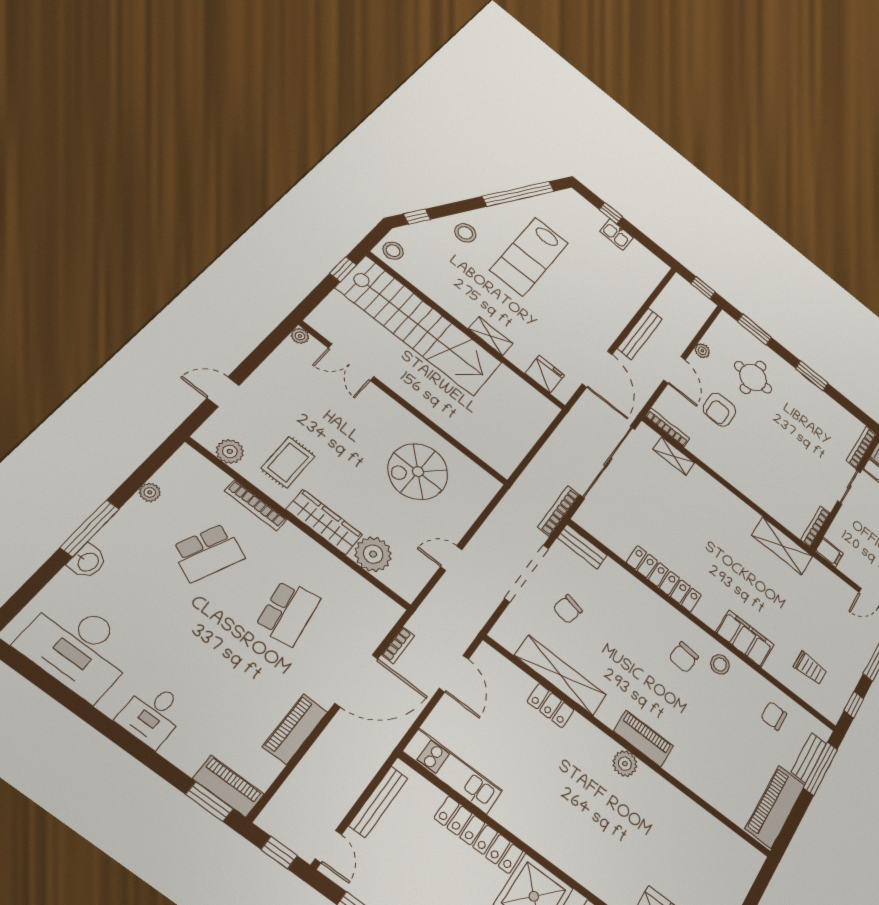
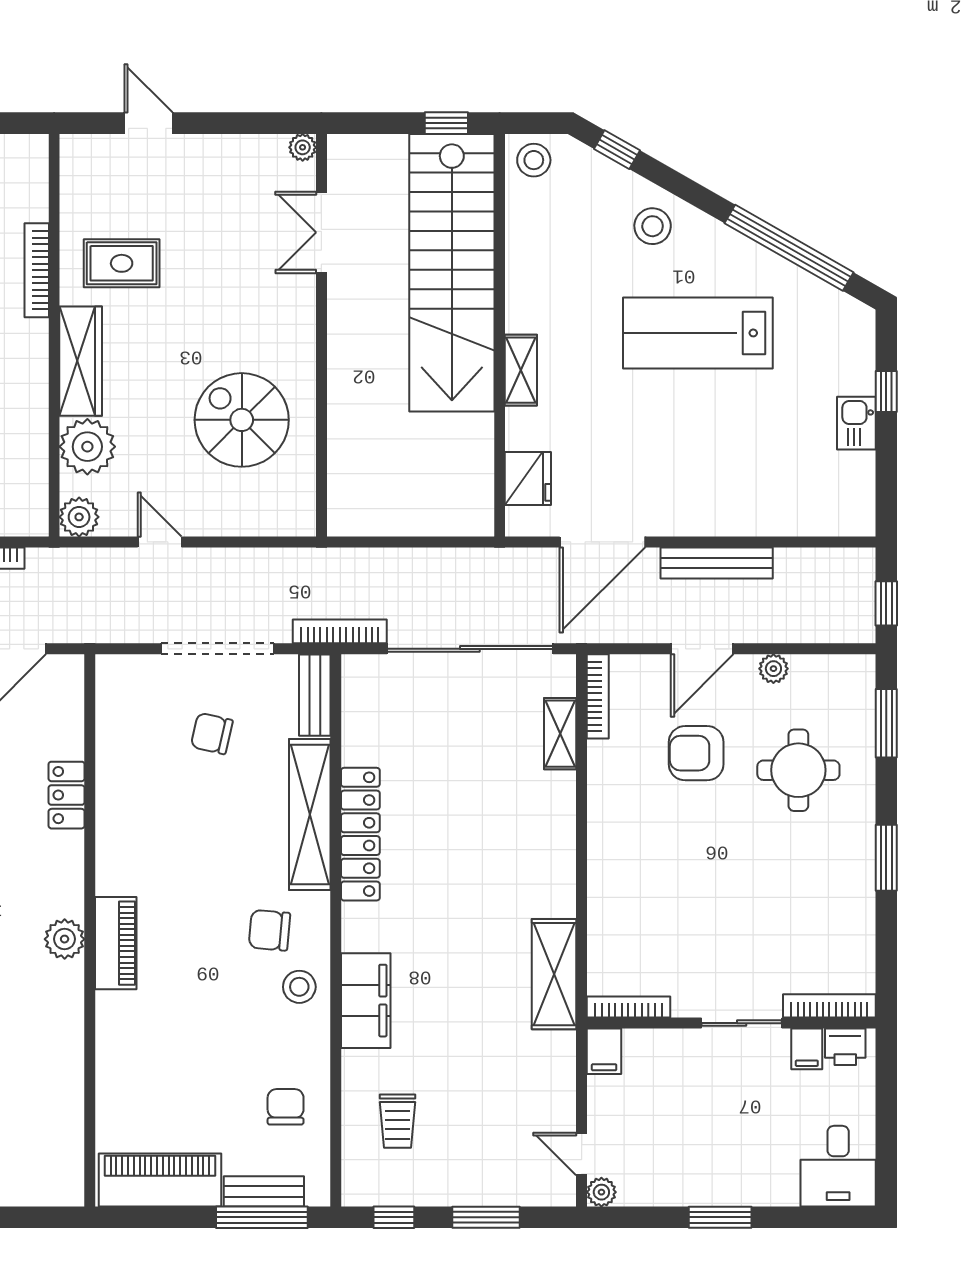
plant: (230, 451) -> (79, 517), moved
shelving: (561, 675) -> (310, 814), moved

